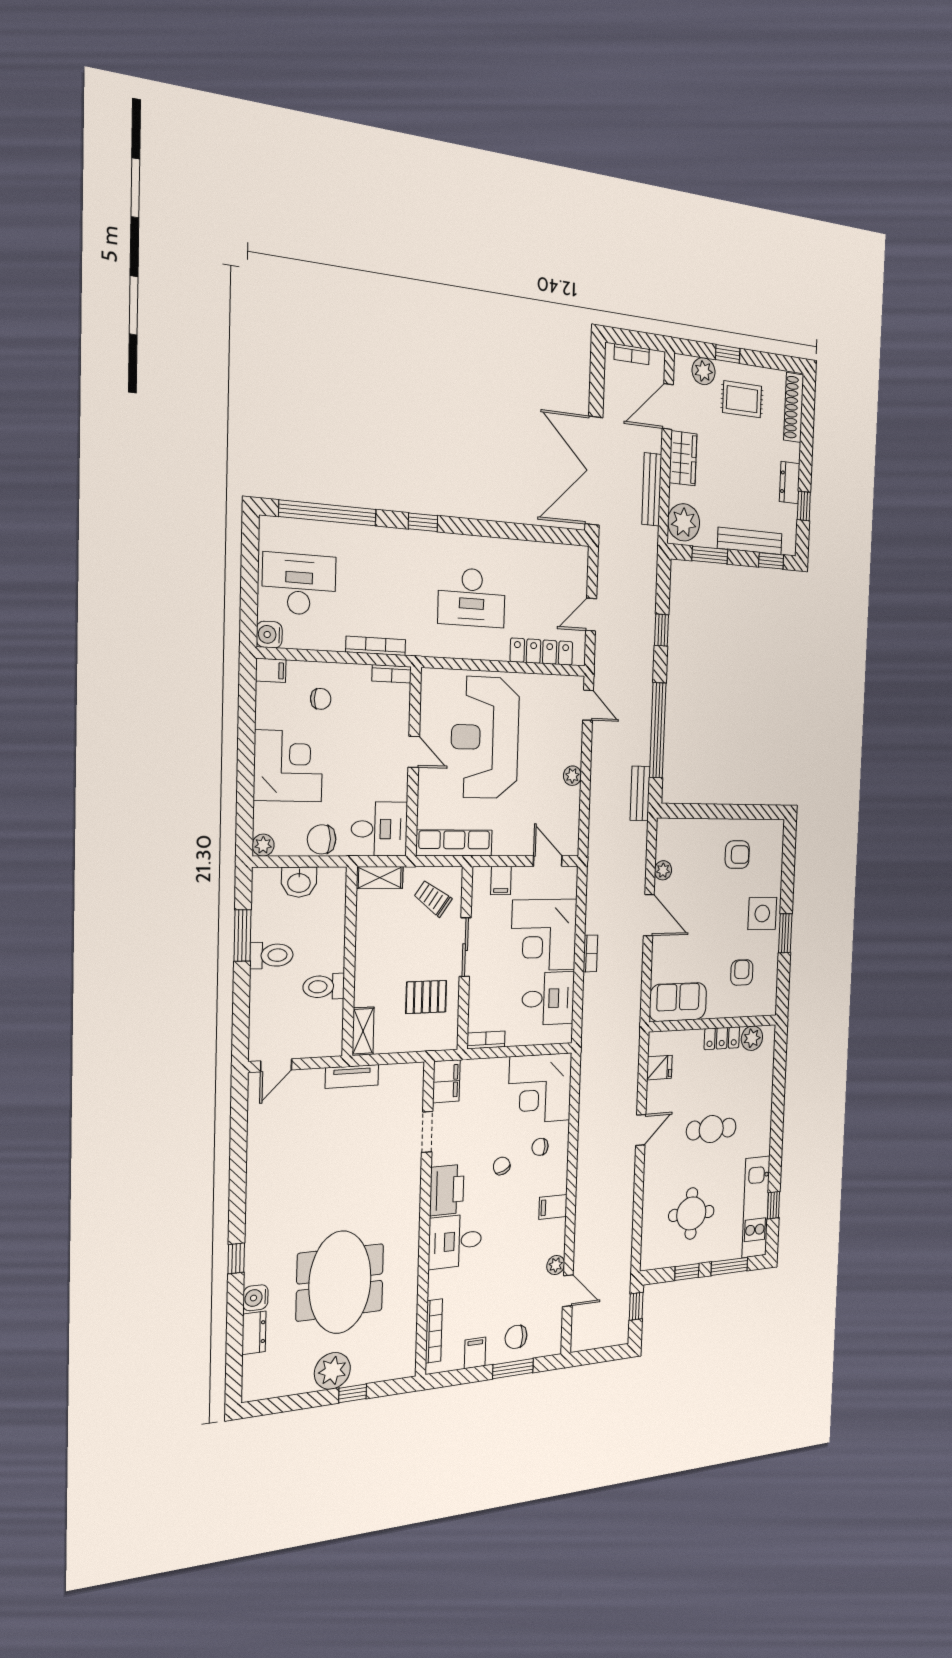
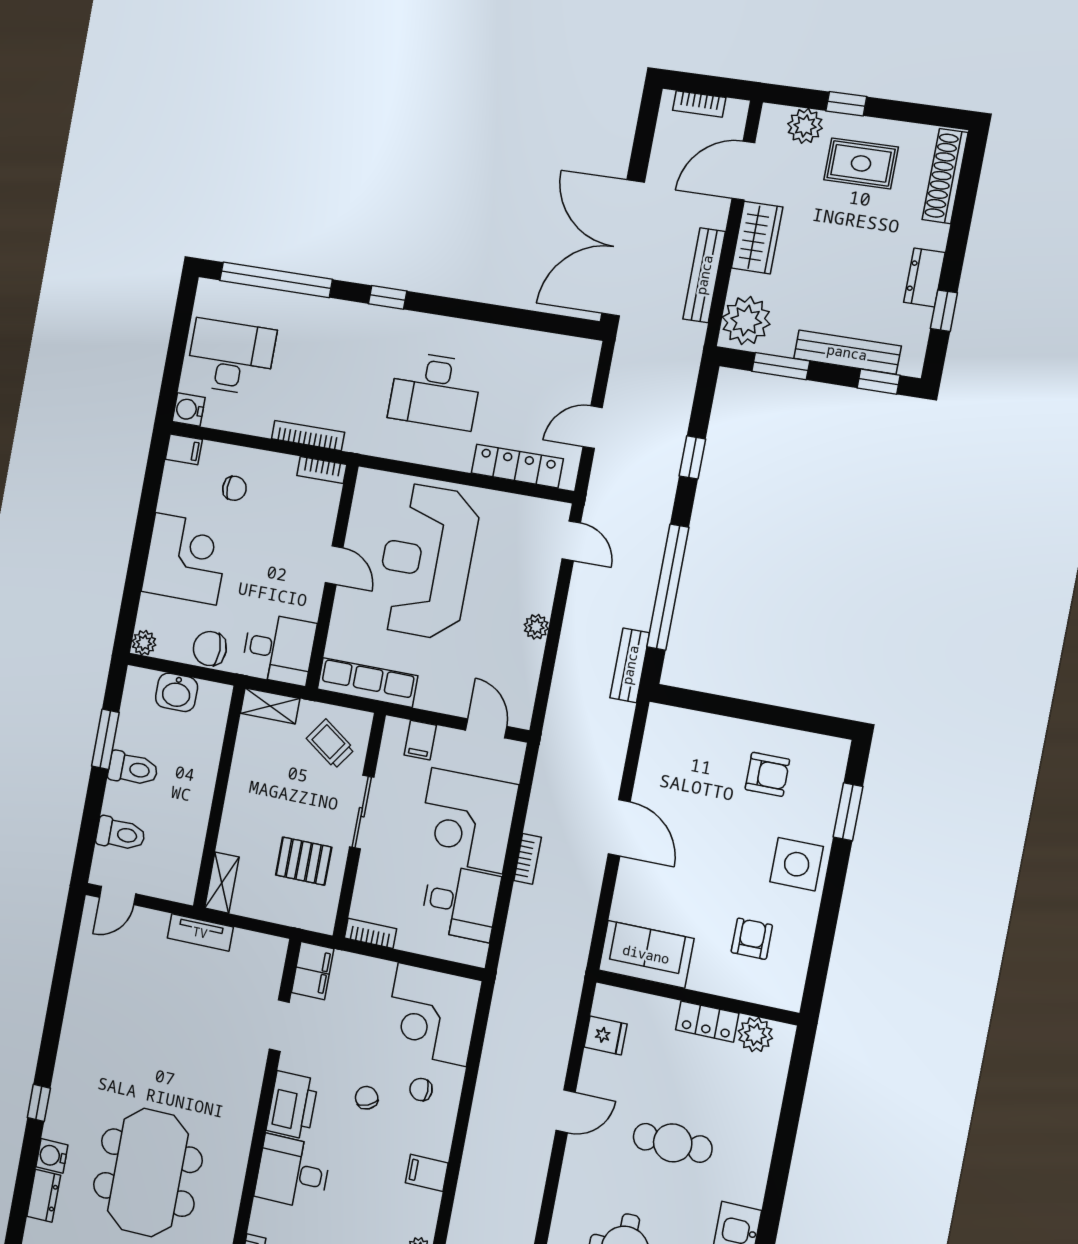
plant: (663, 870) -> (649, 773), removed
window: (785, 933) -> (848, 812), moved
toilet: (324, 987) -> (121, 834), moved, turned 180

